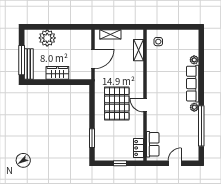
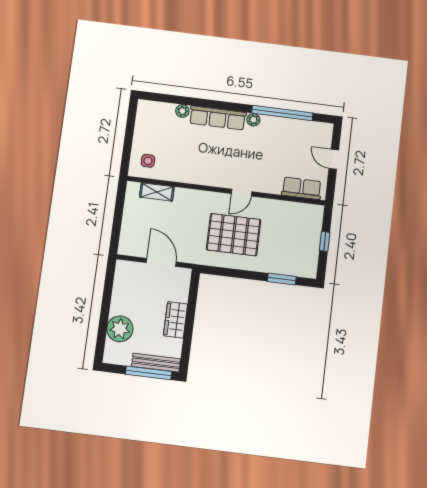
shelving: (110, 34) -> (127, 231), removed
locker: (139, 148) -> (305, 210), removed

